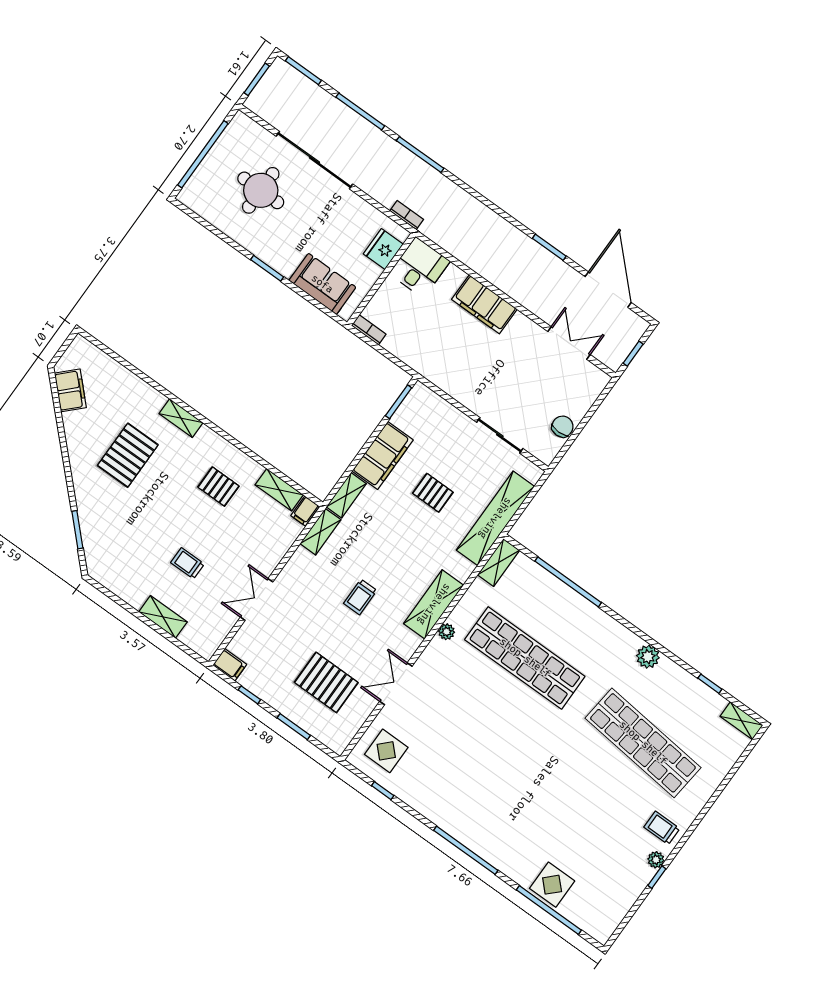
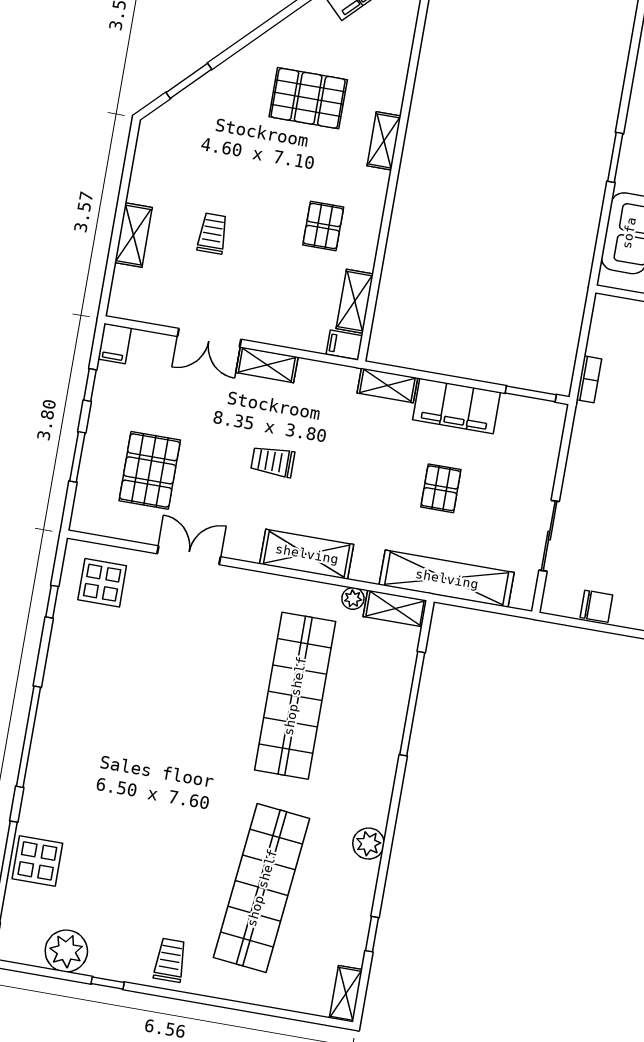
bookcase: (369, 330) -> (589, 379), moved
shelving: (320, 532) -> (267, 365), moved
double door: (257, 599) -> (209, 338), swing flipped
plant: (447, 632) -> (353, 598), moved
plant: (656, 860) -> (66, 951), moved, width x1.88, depth x1.88

